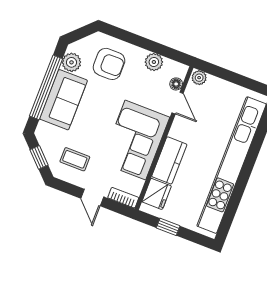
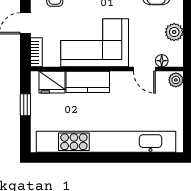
door: (178, 103) -> (144, 69), hinge flipped

